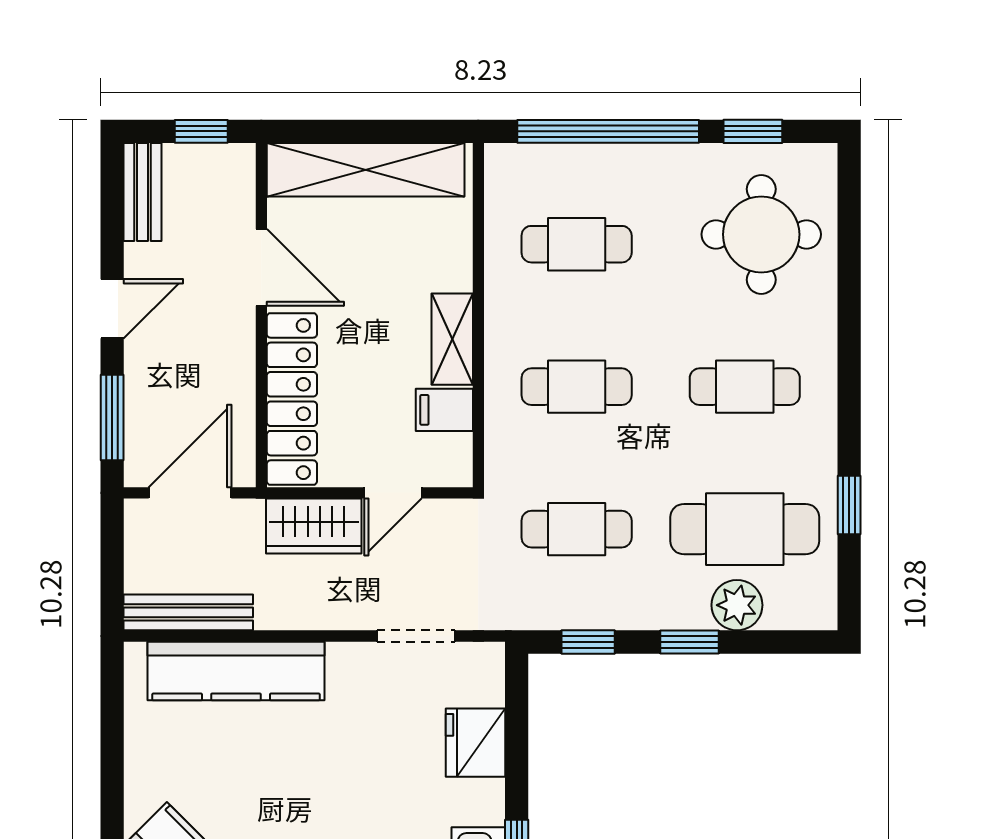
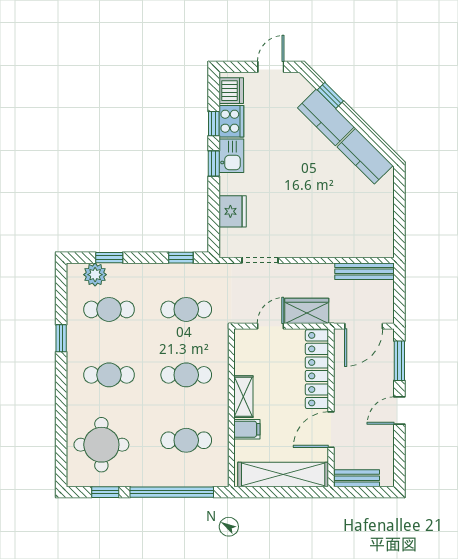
window: (201, 131) -> (359, 492), removed
bench: (142, 192) -> (357, 478), moved, turned 90
door: (261, 267) -> (331, 430), hinge flipped
filing cabinet: (444, 410) -> (247, 429), moved
window: (849, 505) -> (61, 338), moved
cafe table: (745, 529) -> (109, 309), width x0.73, depth x0.74
plant: (737, 605) -> (95, 275), moved
window: (689, 642) -> (109, 258), moved
kitchen counter: (236, 671) -> (343, 244), removed

